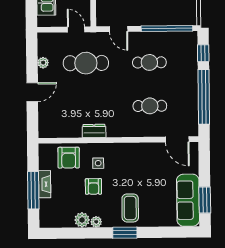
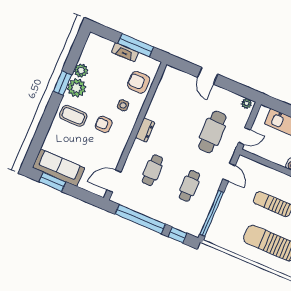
door: (119, 29) -> (229, 172), swing flipped
plant: (43, 63) -> (246, 103), moved
dresser: (94, 131) -> (145, 130), moved
armchair: (93, 186) -> (104, 124), moved
window: (33, 190) -> (136, 45), moved
plant: (96, 222) -> (77, 88), width x1.87, depth x1.87
window: (125, 233) -> (63, 83), moved

